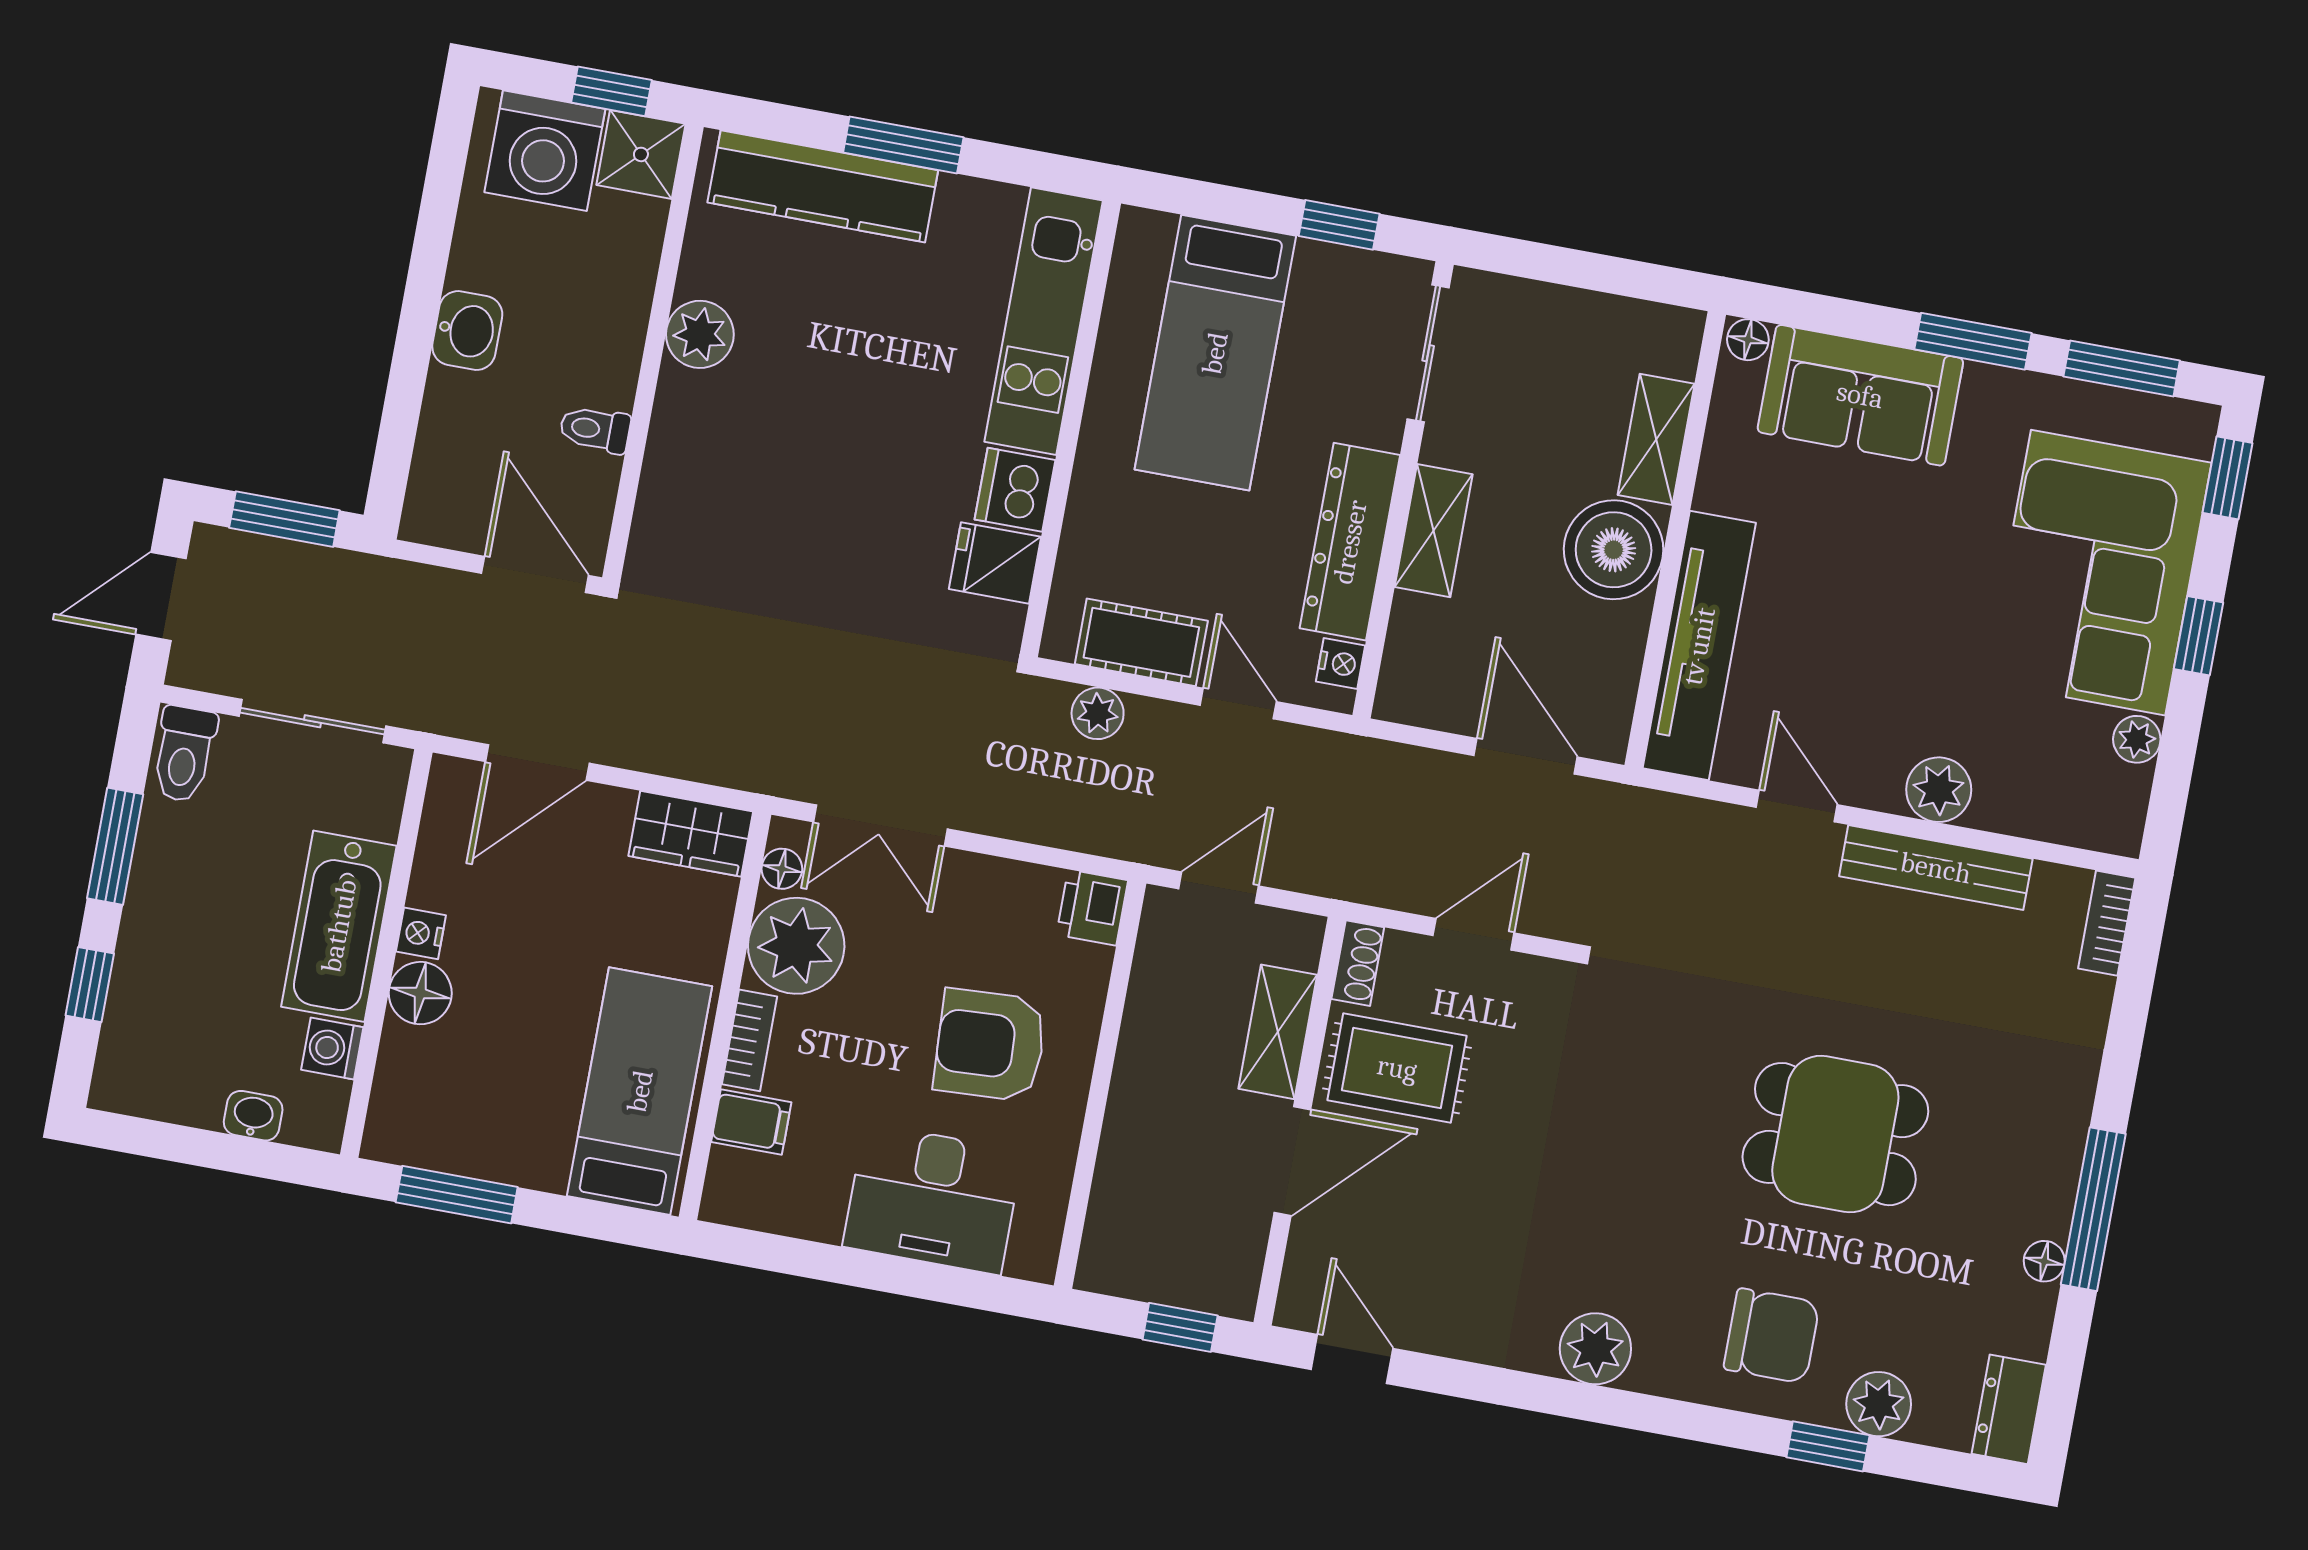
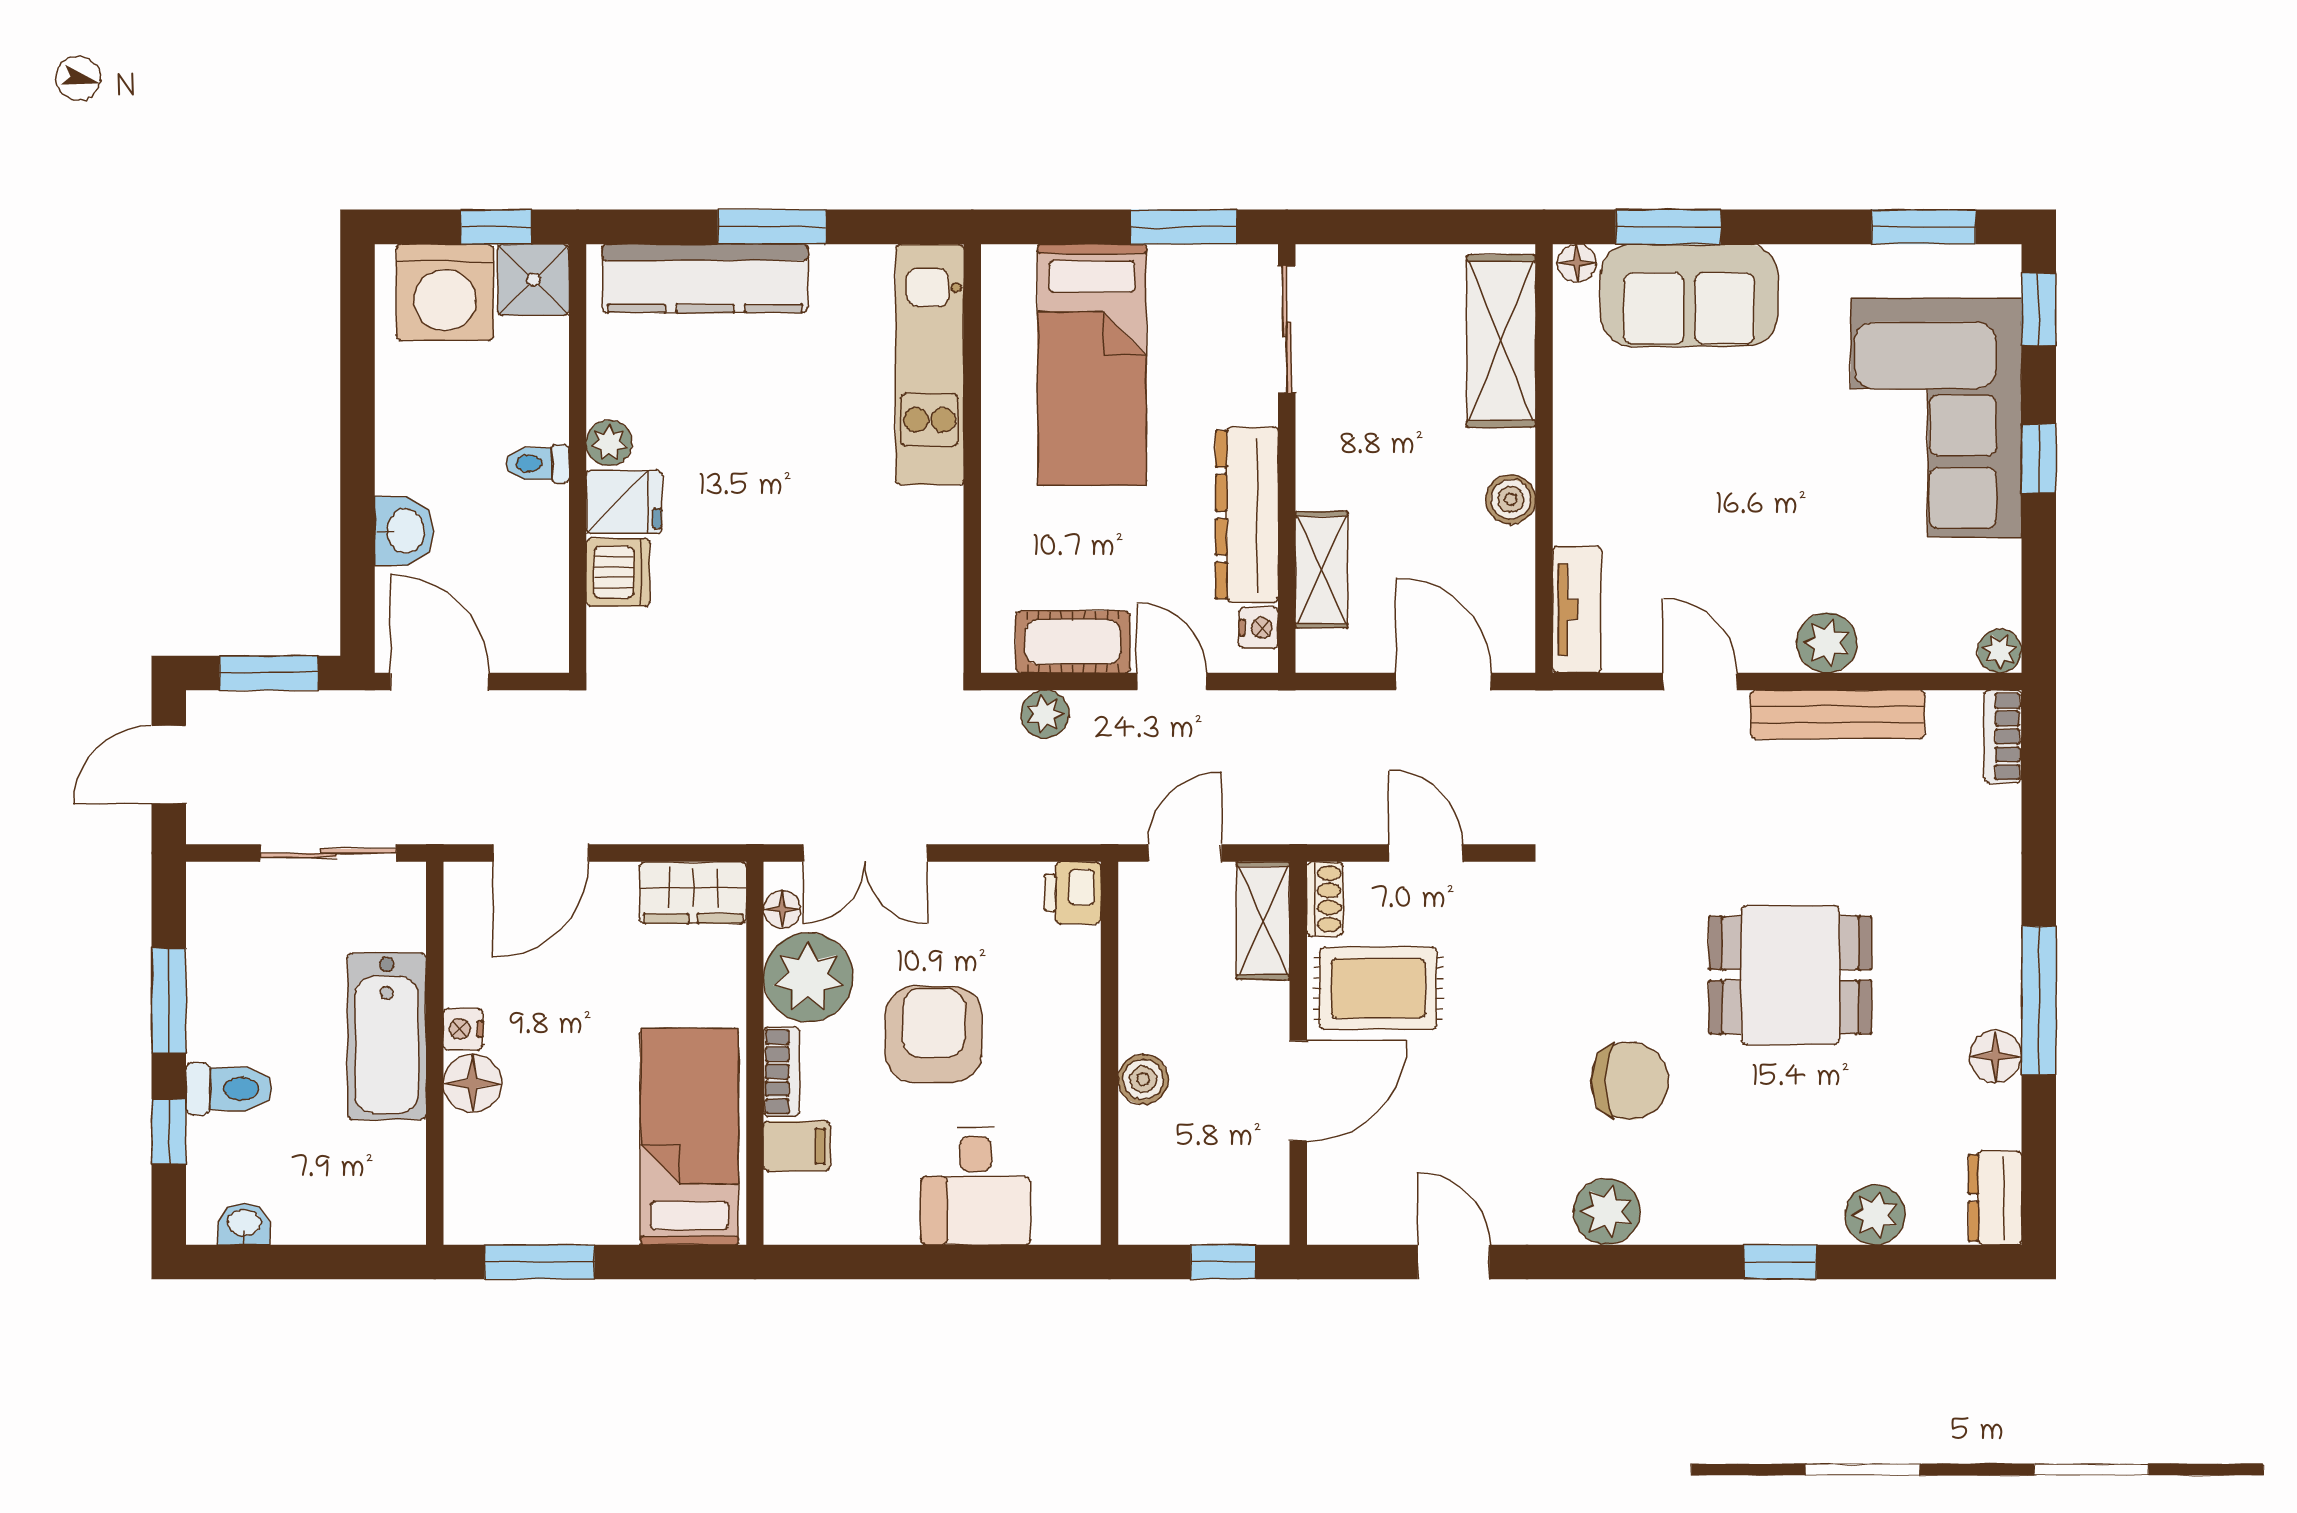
window: (1339, 225) -> (1184, 227), width x1.50
washbasin: (467, 331) -> (404, 531), moved
plant: (700, 334) -> (609, 443), width x0.73, depth x0.73
window: (1973, 341) -> (1668, 227), moved
toilet: (595, 429) -> (538, 464), moved
shelving: (1656, 439) -> (1501, 341), width x1.50, depth x1.33
dishwasher: (1015, 490) -> (618, 572), moved, turned 180
shelving: (1434, 531) -> (1322, 570), moved
boiler: (1614, 550) -> (1511, 499), width x0.54, depth x0.54
fridge: (995, 563) -> (624, 502), moved, turned 180
door: (535, 574) -> (440, 682), moved
tv unit: (1699, 646) -> (1577, 609), width x0.52, depth x0.78
plant: (2137, 739) -> (2000, 651), moved
toilet: (184, 754) -> (229, 1089), moved, turned -90
door: (1474, 934) -> (1426, 853), hinge flipped
shelving: (1278, 1032) -> (1263, 921), moved
armchair: (990, 1045) -> (934, 1034), moved, turned 93
washing machine: (332, 1048) -> (401, 1149), removed
washbasin: (253, 1116) -> (244, 1224), moved
boiler: (1131, 1119) -> (1143, 1079), added
desk: (933, 1199) -> (976, 1186), width x0.73
floor lamp: (2044, 1261) -> (1996, 1056), width x1.37, depth x1.37
chair: (1772, 1336) -> (1630, 1081), moved
door: (1352, 1359) -> (1454, 1262), moved
window: (1828, 1446) -> (1780, 1262), moved

